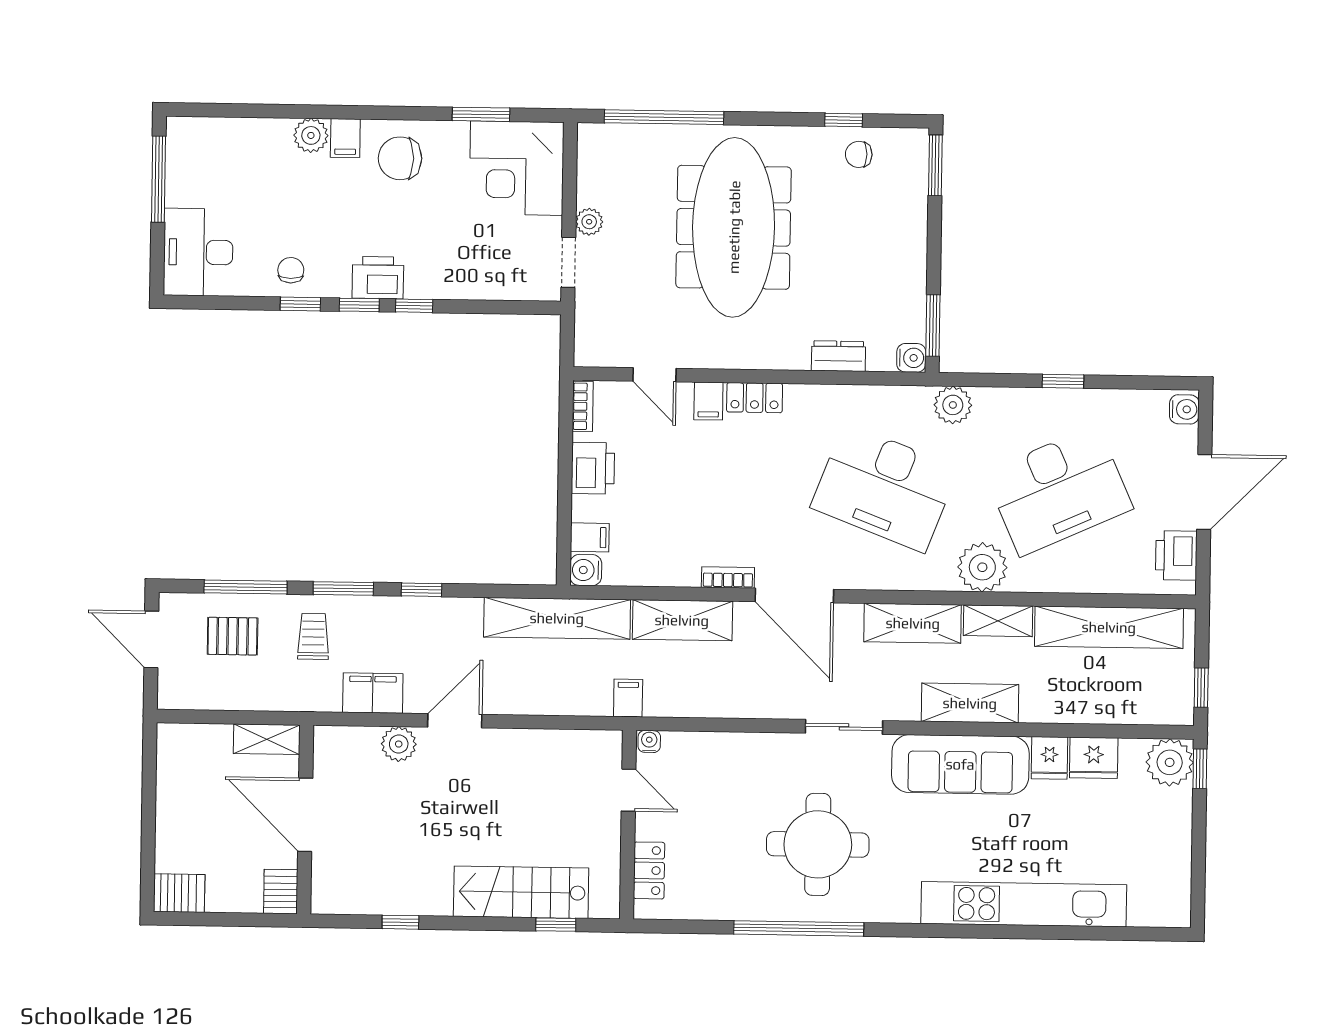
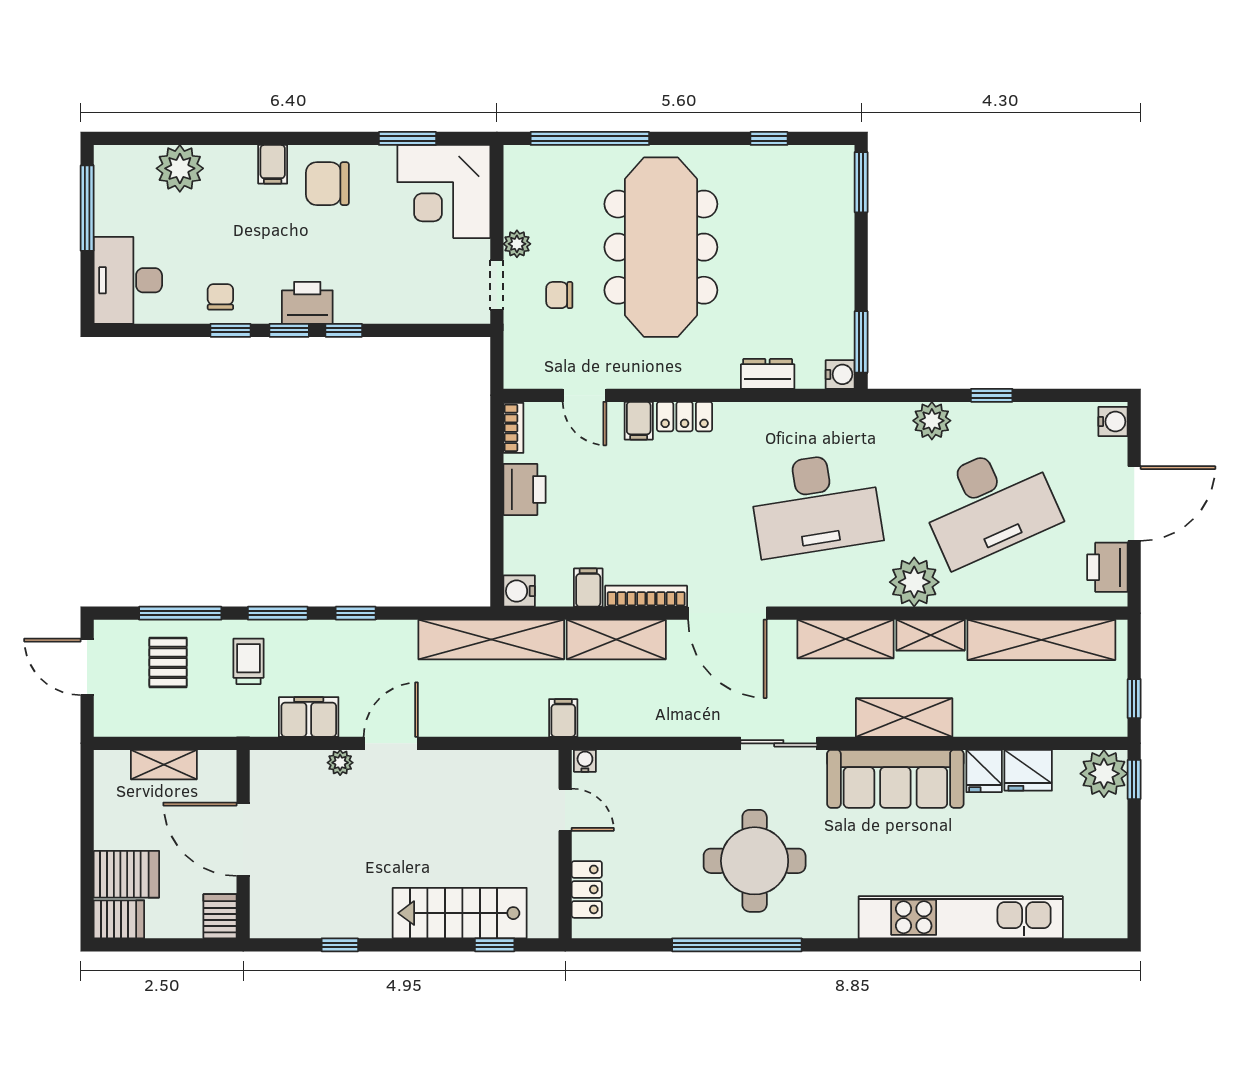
plant: (311, 135) -> (180, 168), moved, width x1.36, depth x1.36
chair: (859, 154) -> (559, 295), moved
plant: (953, 405) -> (932, 421), moved
desk: (885, 488) -> (816, 504), turned -30
filing cabinet: (590, 537) -> (588, 588), moved, turned -90
bookcase: (728, 578) -> (646, 596), width x1.56
pallet: (233, 636) -> (168, 662), turned 90
shelving: (267, 739) -> (164, 765), moved
plant: (399, 744) -> (340, 763), width x0.73, depth x0.73
server rack: (187, 848) -> (126, 874), added

